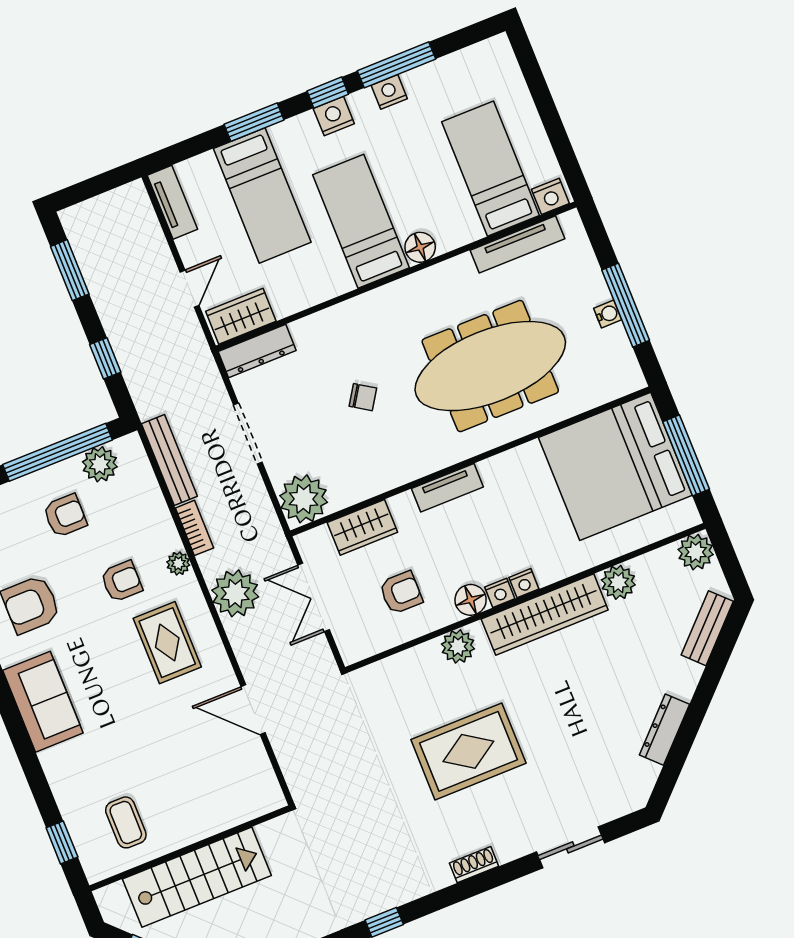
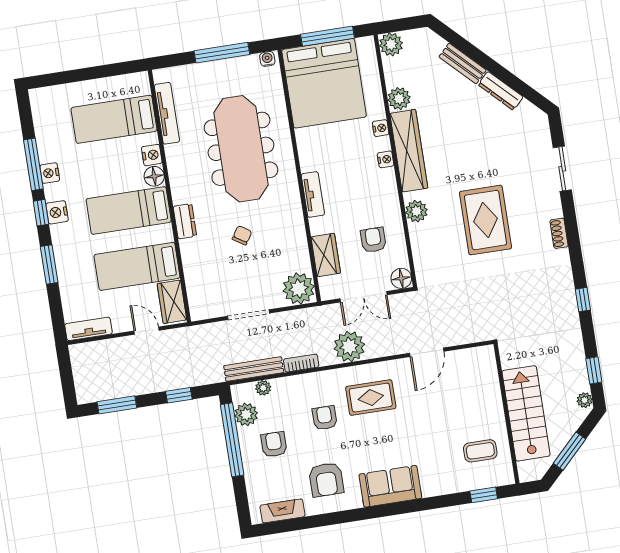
bed: (262, 195) -> (137, 266), moved, turned 180
nightstand: (550, 196) -> (152, 155), moved
water cooler: (608, 314) -> (267, 59), moved
dresser: (257, 351) -> (185, 221), moved, width x0.70
plant: (178, 563) -> (263, 388), moved
nightstand: (500, 593) -> (381, 128), moved
floor lamp: (471, 600) -> (401, 278), moved
bench: (707, 628) -> (463, 63), moved

